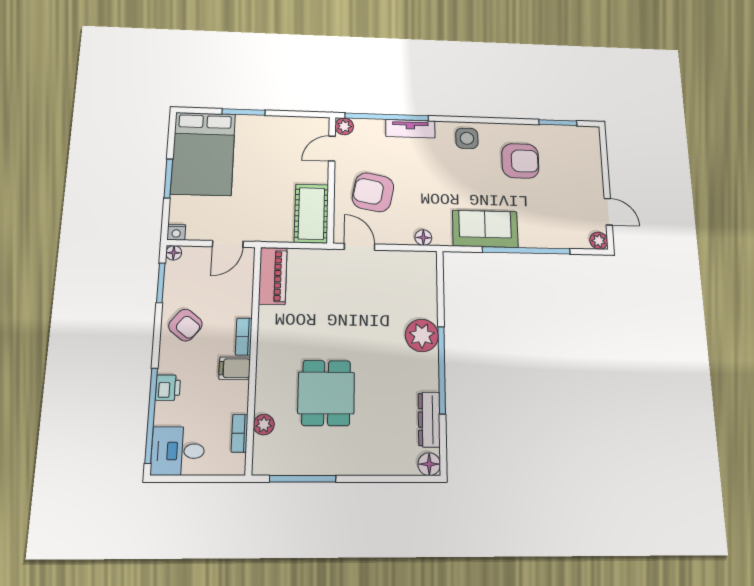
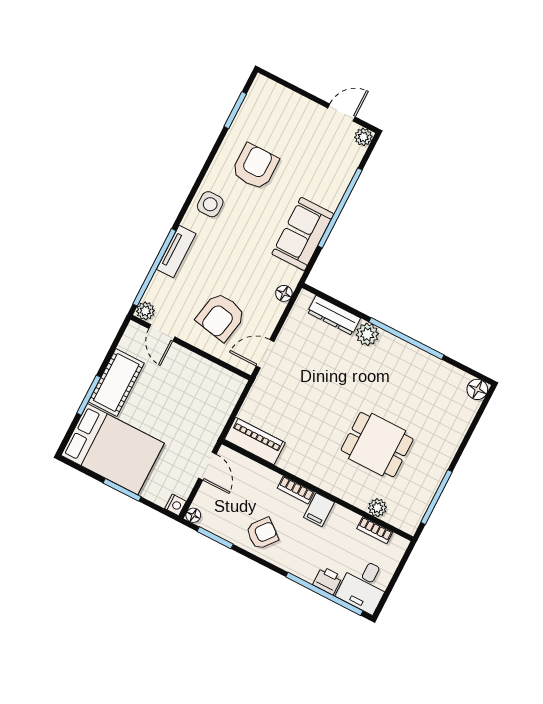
cot: (311, 214) -> (116, 382), moved, turned 90
plant: (422, 335) -> (367, 334), width x0.73, depth x0.73
printer: (168, 388) -> (327, 581), moved
dresser: (429, 420) -> (334, 315), moved

